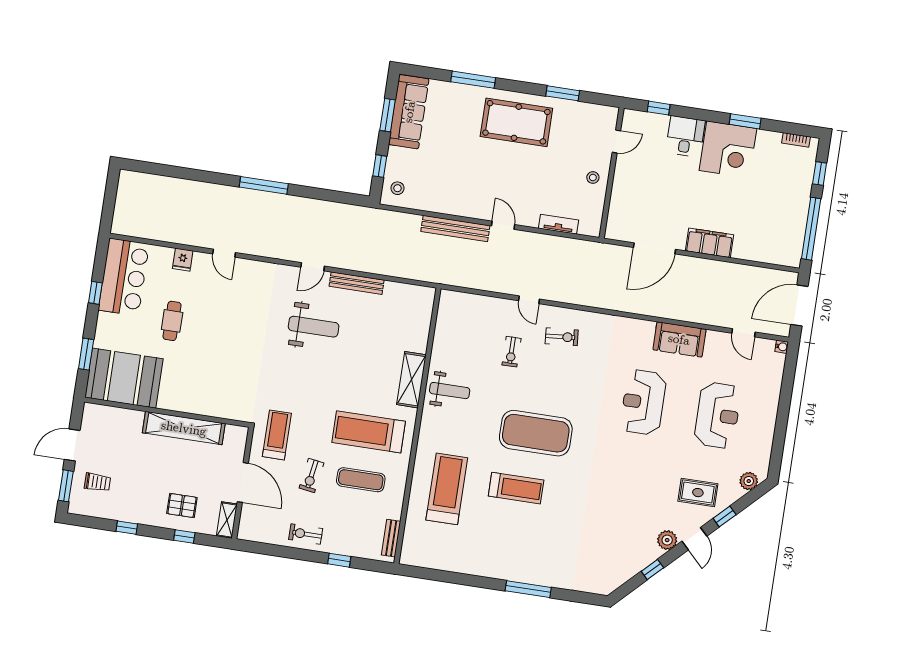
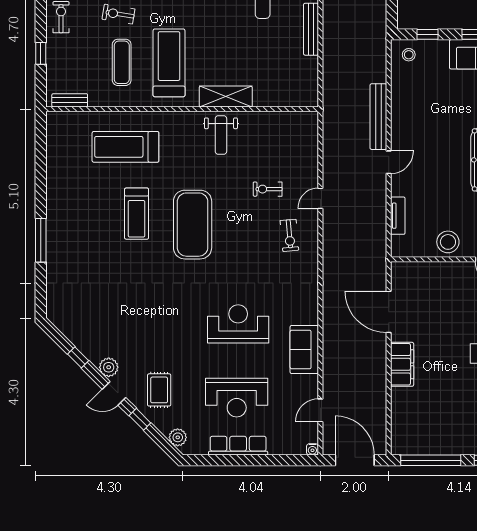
stool: (593, 178) -> (448, 242), width x1.89, depth x1.89
row of seats: (767, 421) -> (238, 446), added
treadmill: (447, 489) -> (125, 147), turned 180

